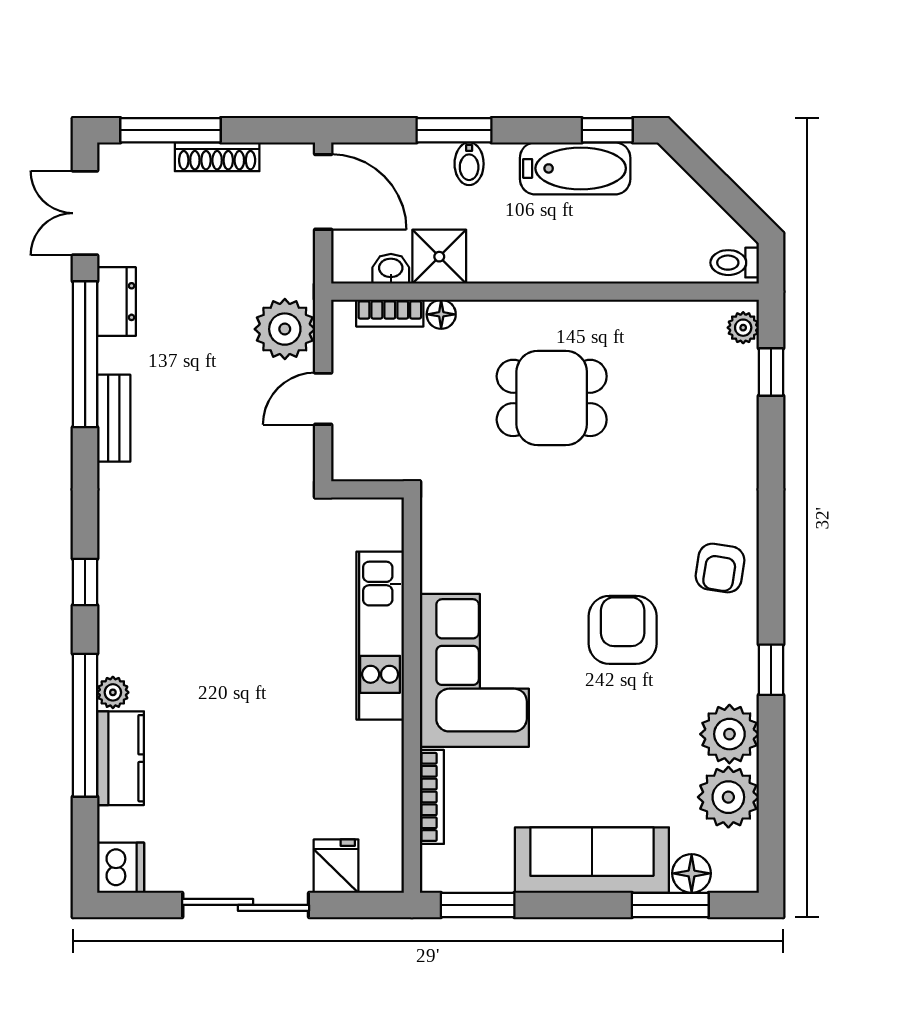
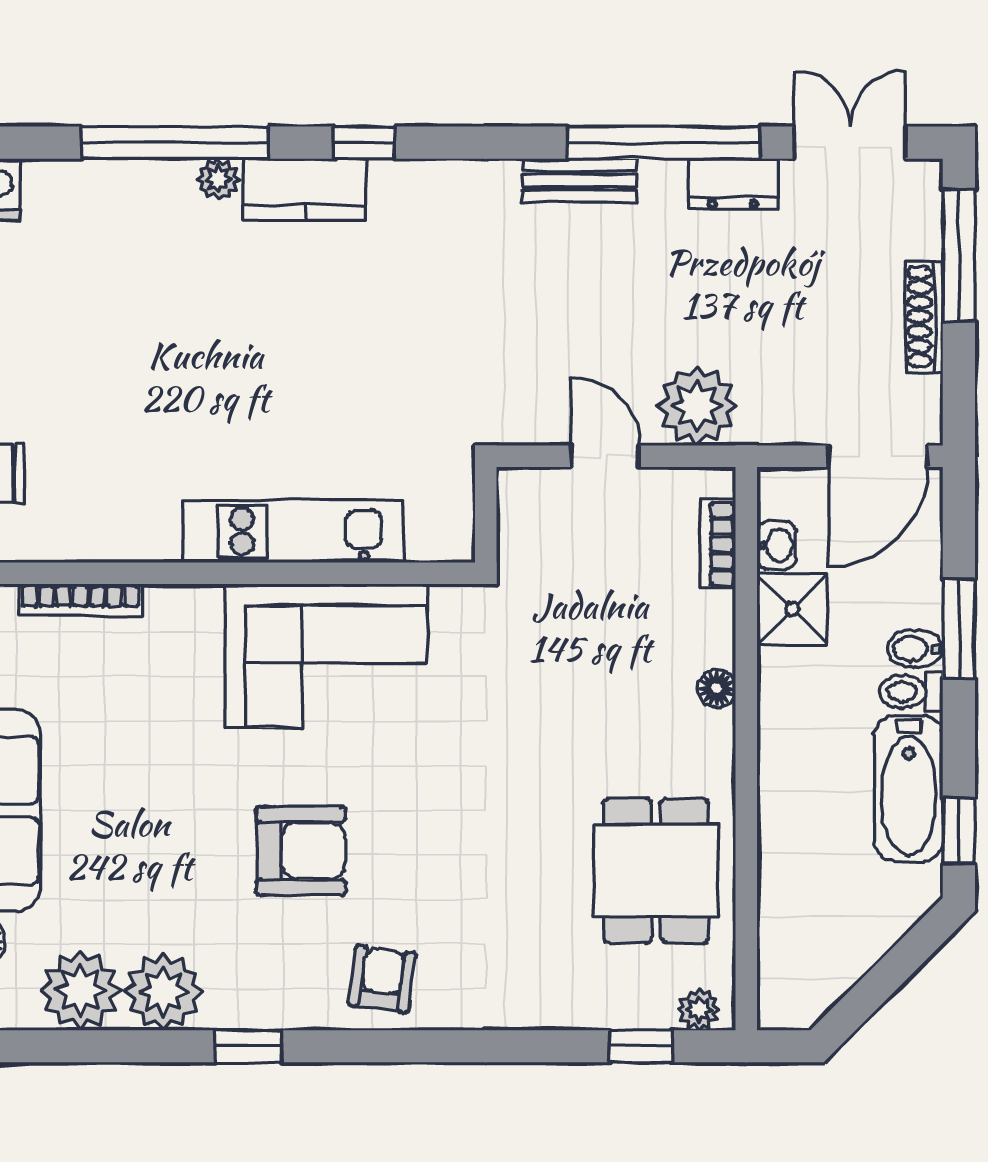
toilet: (735, 263) -> (911, 692), moved, turned -90
floor lamp: (441, 314) -> (716, 689), moved
dining table: (552, 398) -> (656, 871), moved
armchair: (720, 568) -> (382, 979), turned 89
corner sofa: (474, 670) -> (326, 656), moved
kitchen counter: (121, 758) -> (305, 189), moved

